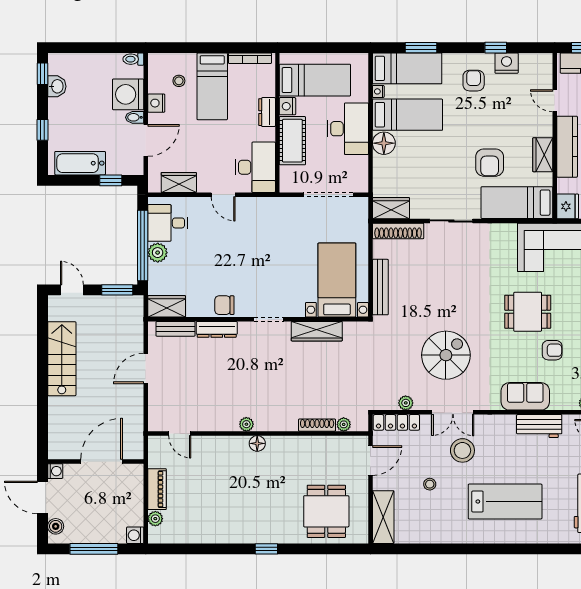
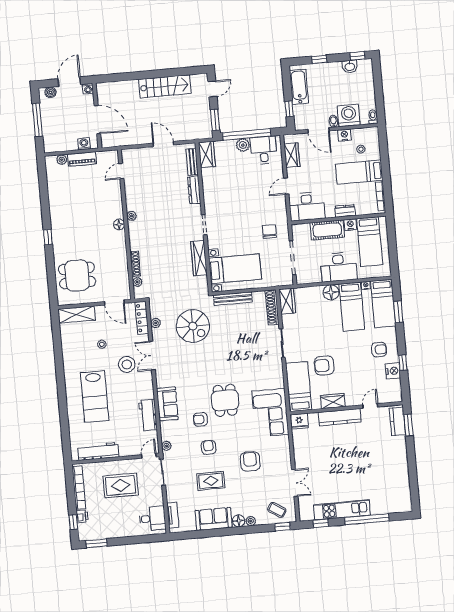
chair: (224, 305) -> (269, 231), moved
armchair: (552, 350) -> (200, 419), turned 90
spiral stairs: (446, 355) -> (193, 326), moved
washing machine: (135, 535) -> (84, 144), moved

